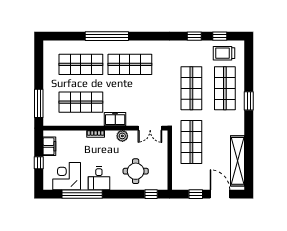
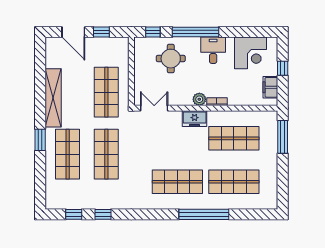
trolley: (224, 53) -> (69, 195), removed
plant: (122, 136) -> (199, 99), moved
shelving: (238, 161) -> (53, 98), moved
window: (82, 194) -> (196, 32), moved

